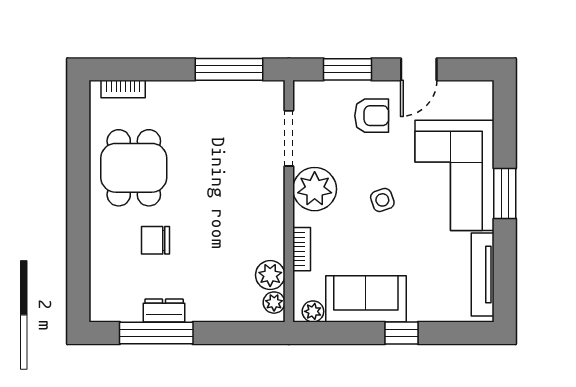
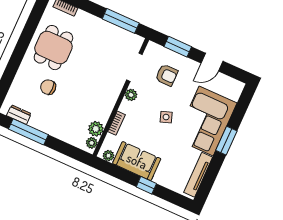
armchair: (372, 116) -> (167, 75), moved
plant: (315, 189) -> (131, 95), width x0.53, depth x0.53
dresser: (164, 310) -> (19, 115), moved

